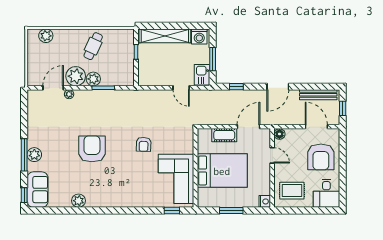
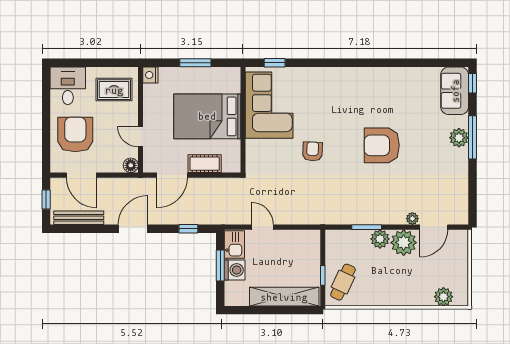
washing machine: (199, 36) -> (235, 270), moved, turned 90
cafe table: (93, 46) -> (343, 282), moved
armchair: (92, 149) -> (382, 145), turned 90
plant: (79, 201) -> (400, 76), removed

